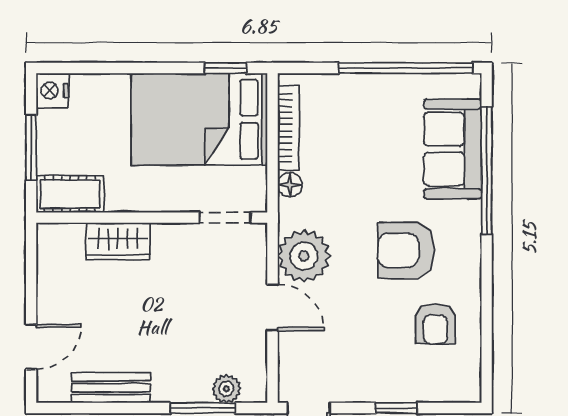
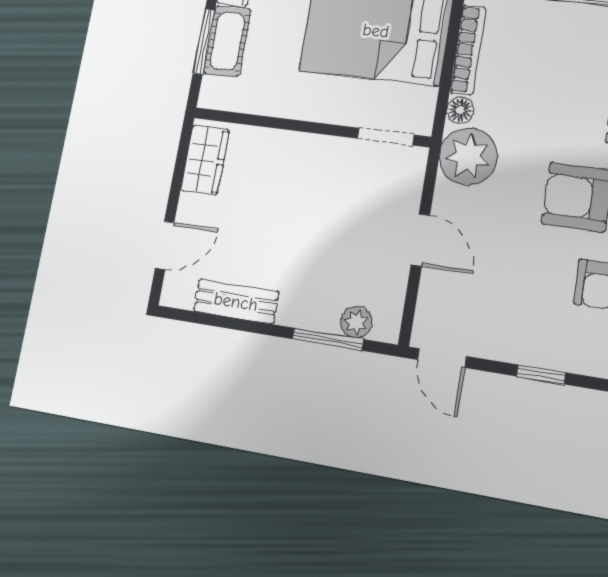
cot: (70, 194) -> (227, 41), moved, turned 90
wardrobe: (118, 241) -> (205, 160), moved, turned -90
plant: (304, 256) -> (468, 156), moved

